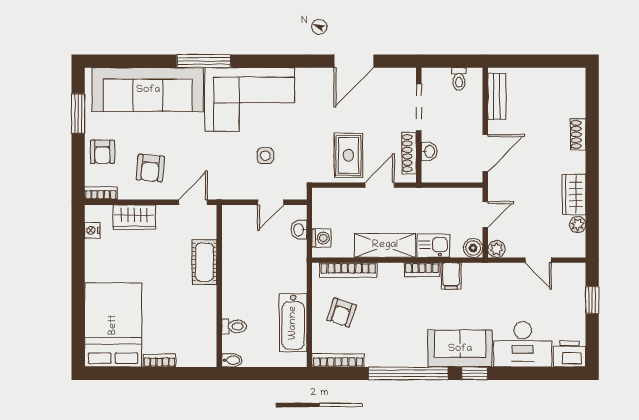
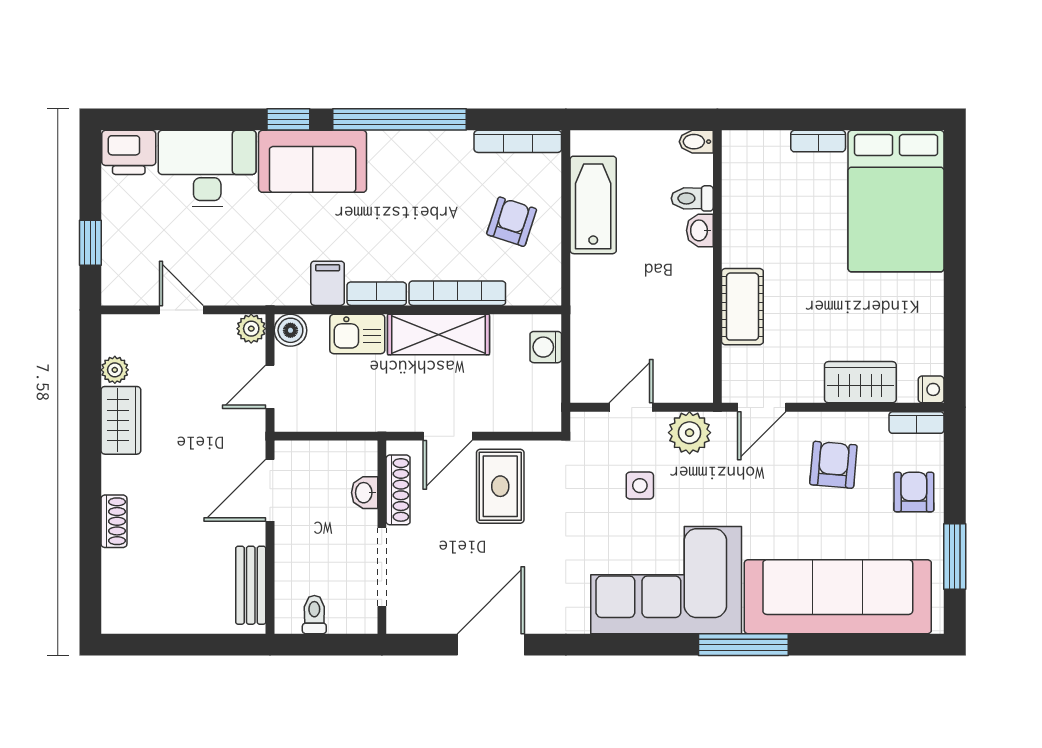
plant: (236, 187) -> (690, 433), added
nightstand: (92, 230) -> (931, 389), moved
washbasin: (299, 230) -> (700, 230), moved, turned 180
bookcase: (348, 270) -> (457, 293), moved

